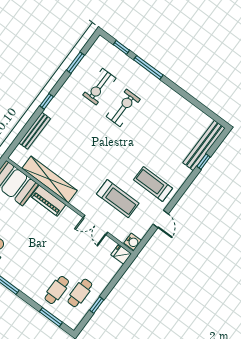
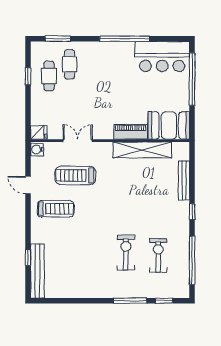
window: (75, 63) -> (192, 260), width x2.11
exercise bike: (123, 108) -> (126, 253), turned 180

